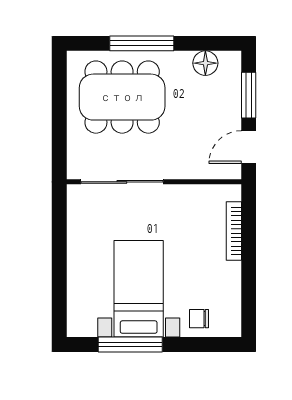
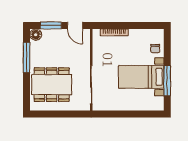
window: (142, 43) -> (27, 57), moved
floor lamp: (205, 63) -> (36, 35), moved
dining table: (122, 97) -> (52, 85), turned 90

